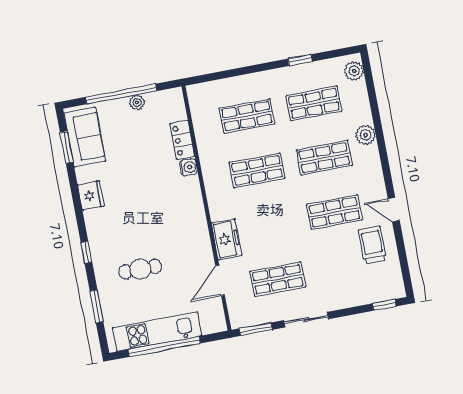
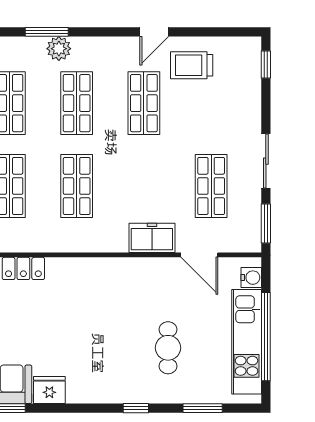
window: (377, 123) -> (47, 32), added
water cooler: (188, 167) -> (251, 278), moved, turned 90
fridge: (91, 195) -> (49, 390), moved

